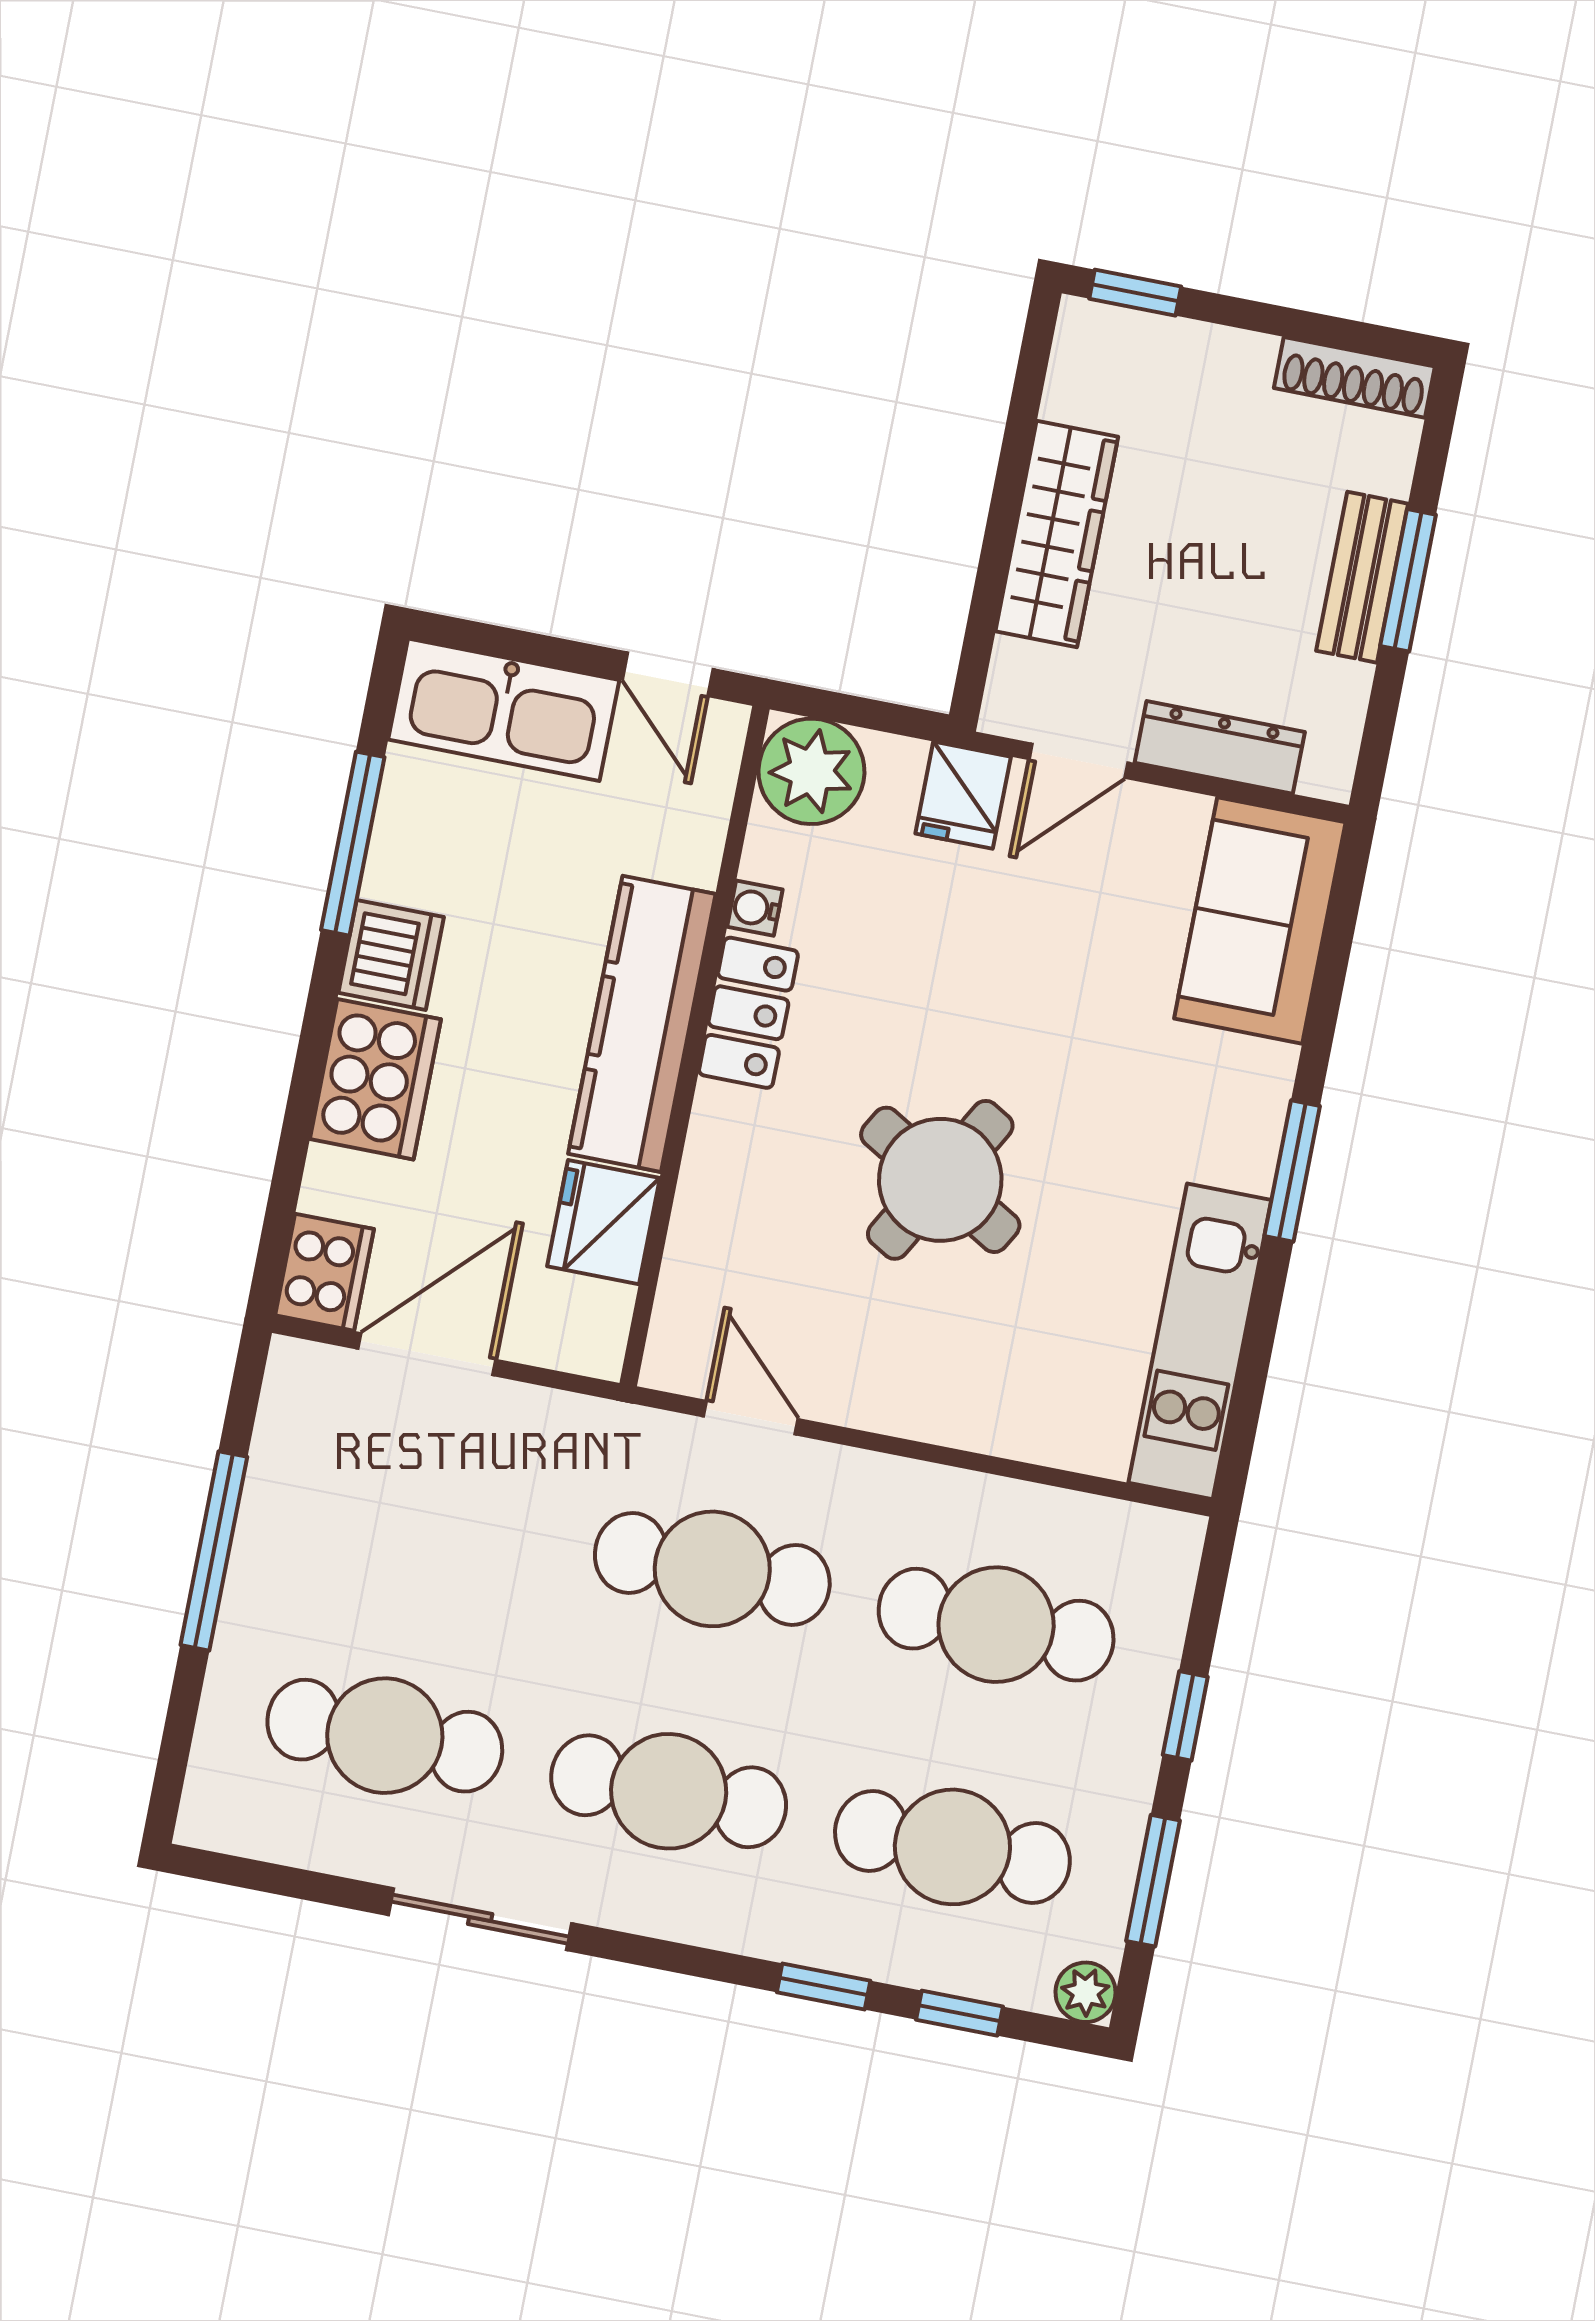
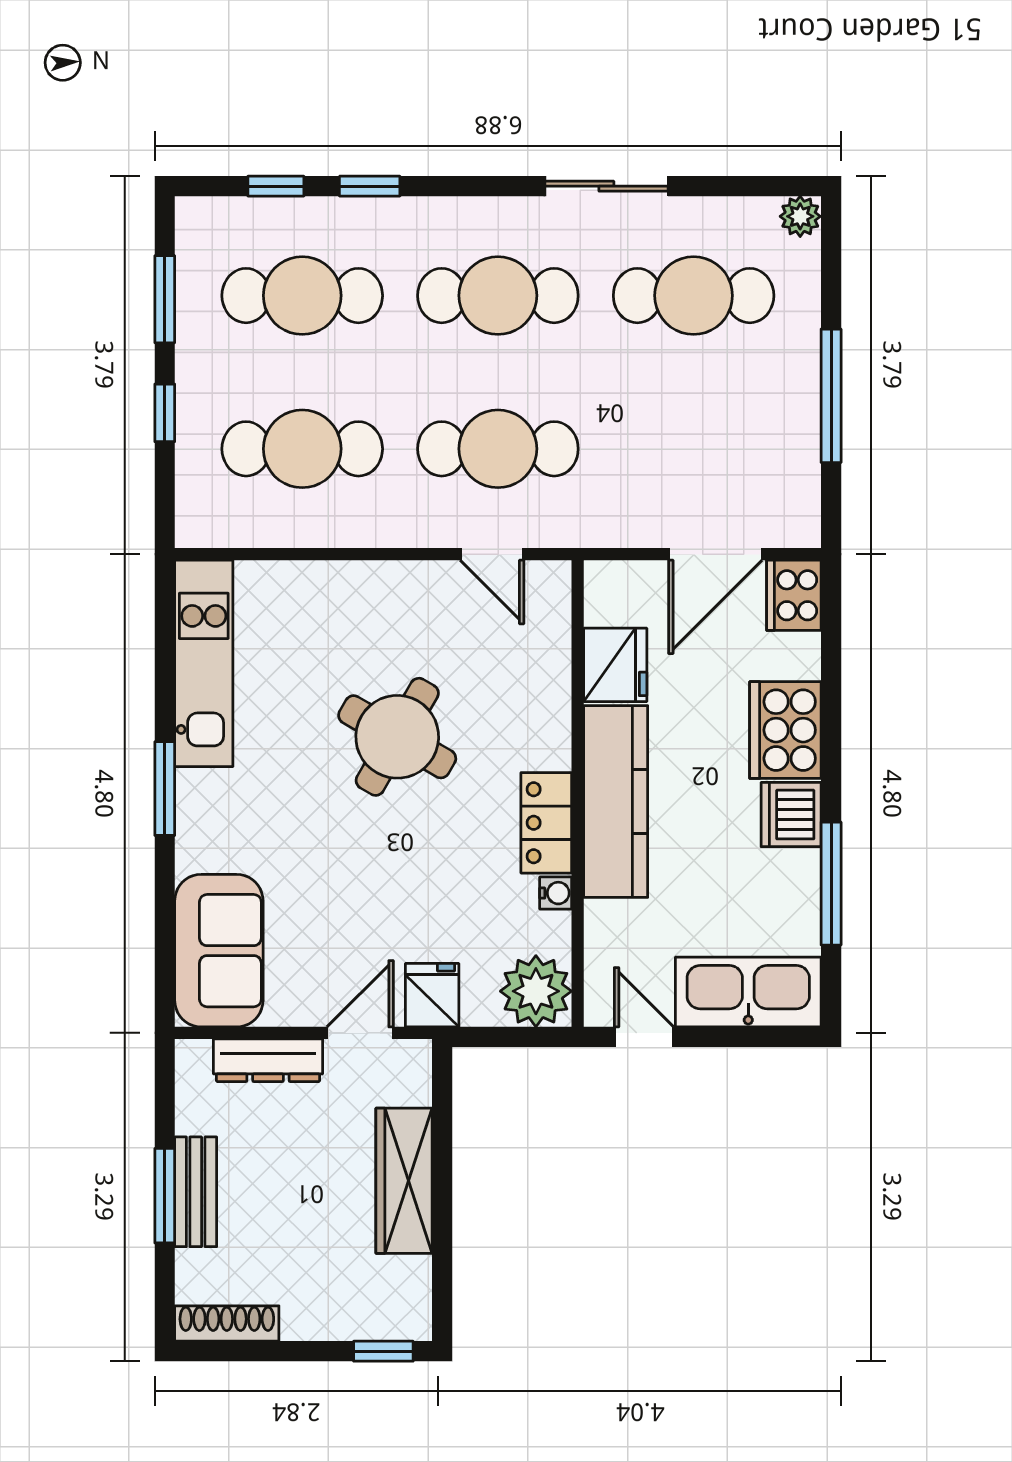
plant: (1086, 1992) -> (800, 216), moved

